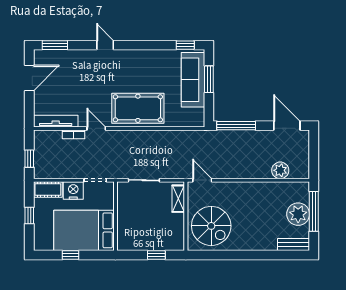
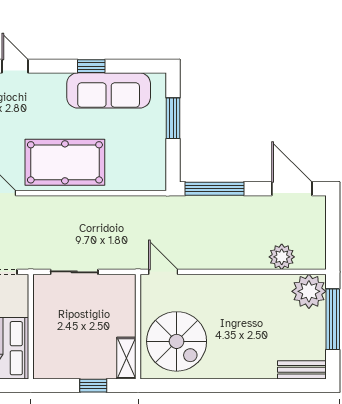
window: (185, 45) -> (91, 66), moved
sofa: (193, 80) -> (109, 90), moved, turned -90
shelving: (178, 199) -> (126, 358), moved
plant: (298, 214) -> (309, 291), moved

